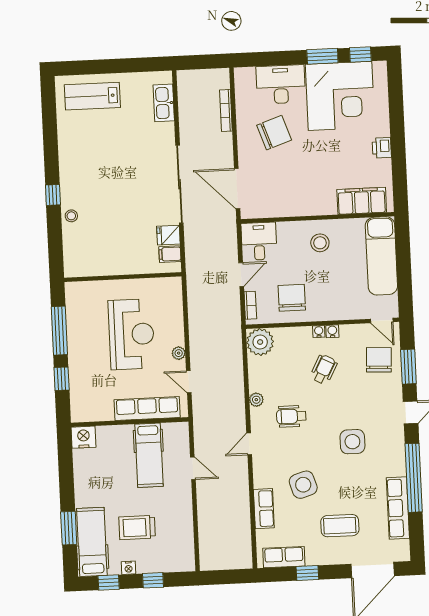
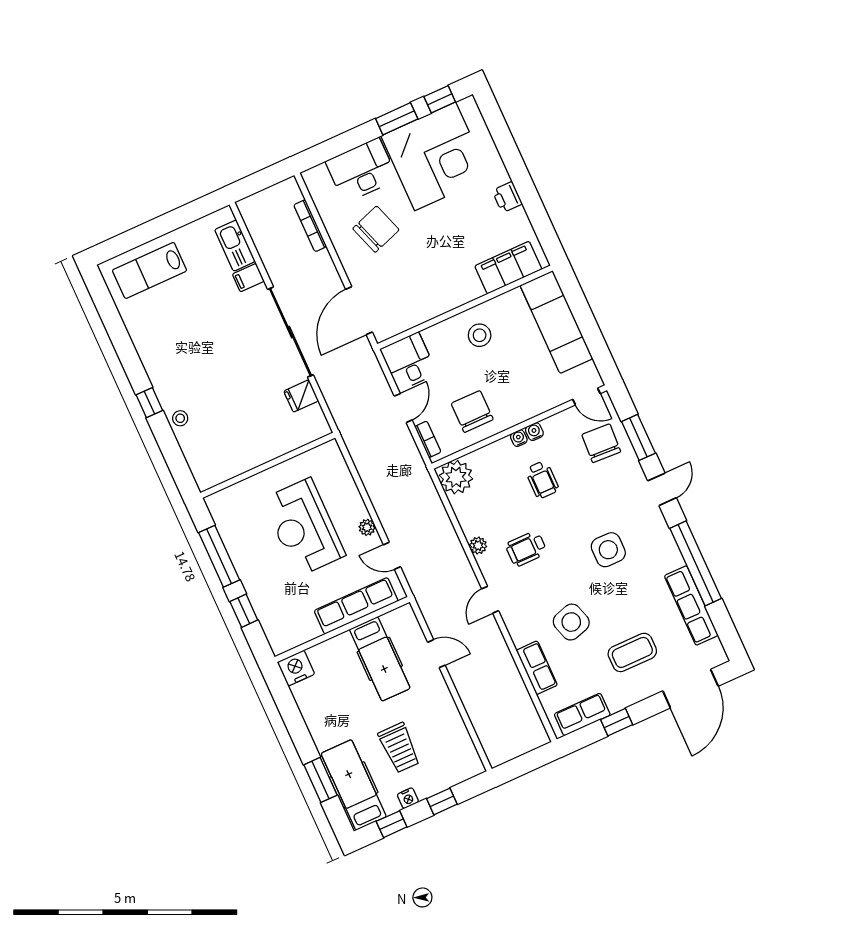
door: (237, 189) -> (359, 311), hinge flipped
filing cabinet: (170, 254) -> (248, 278), moved
reception desk: (131, 334) -> (304, 527), turned 180
wheelchair: (324, 369) -> (542, 480), turned 152
trolley: (137, 527) -> (399, 748), turned -90

